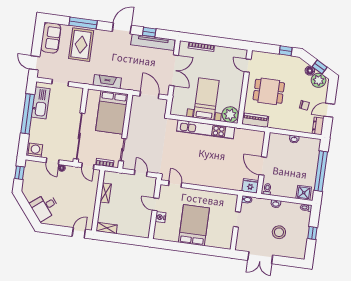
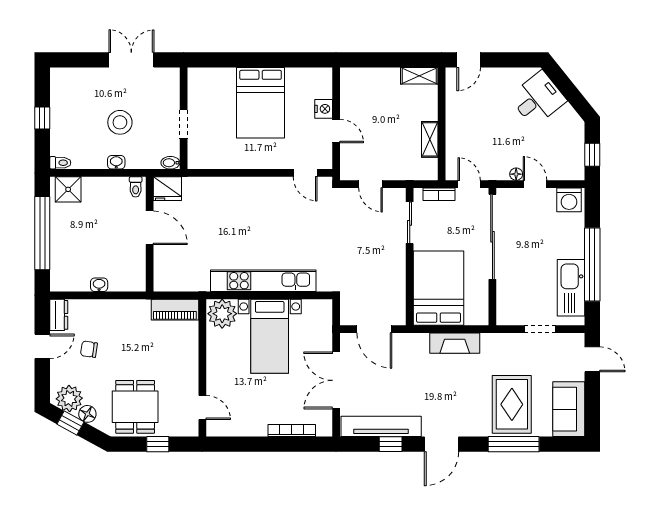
window: (286, 51) -> (158, 444), moved
dining table: (269, 91) -> (135, 407), moved, turned 90
stool: (279, 232) -> (120, 122), moved

